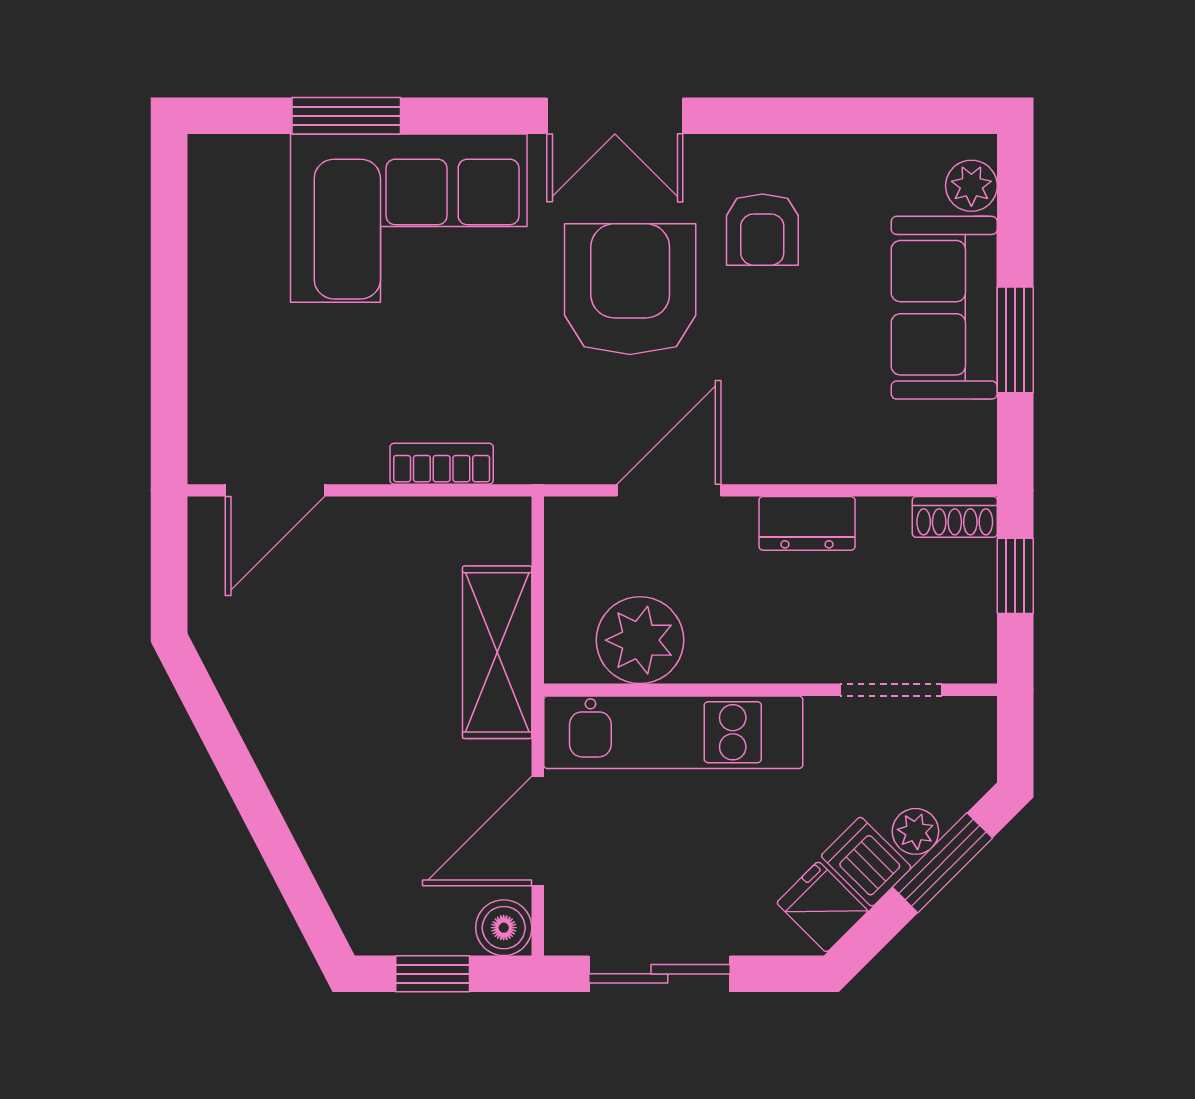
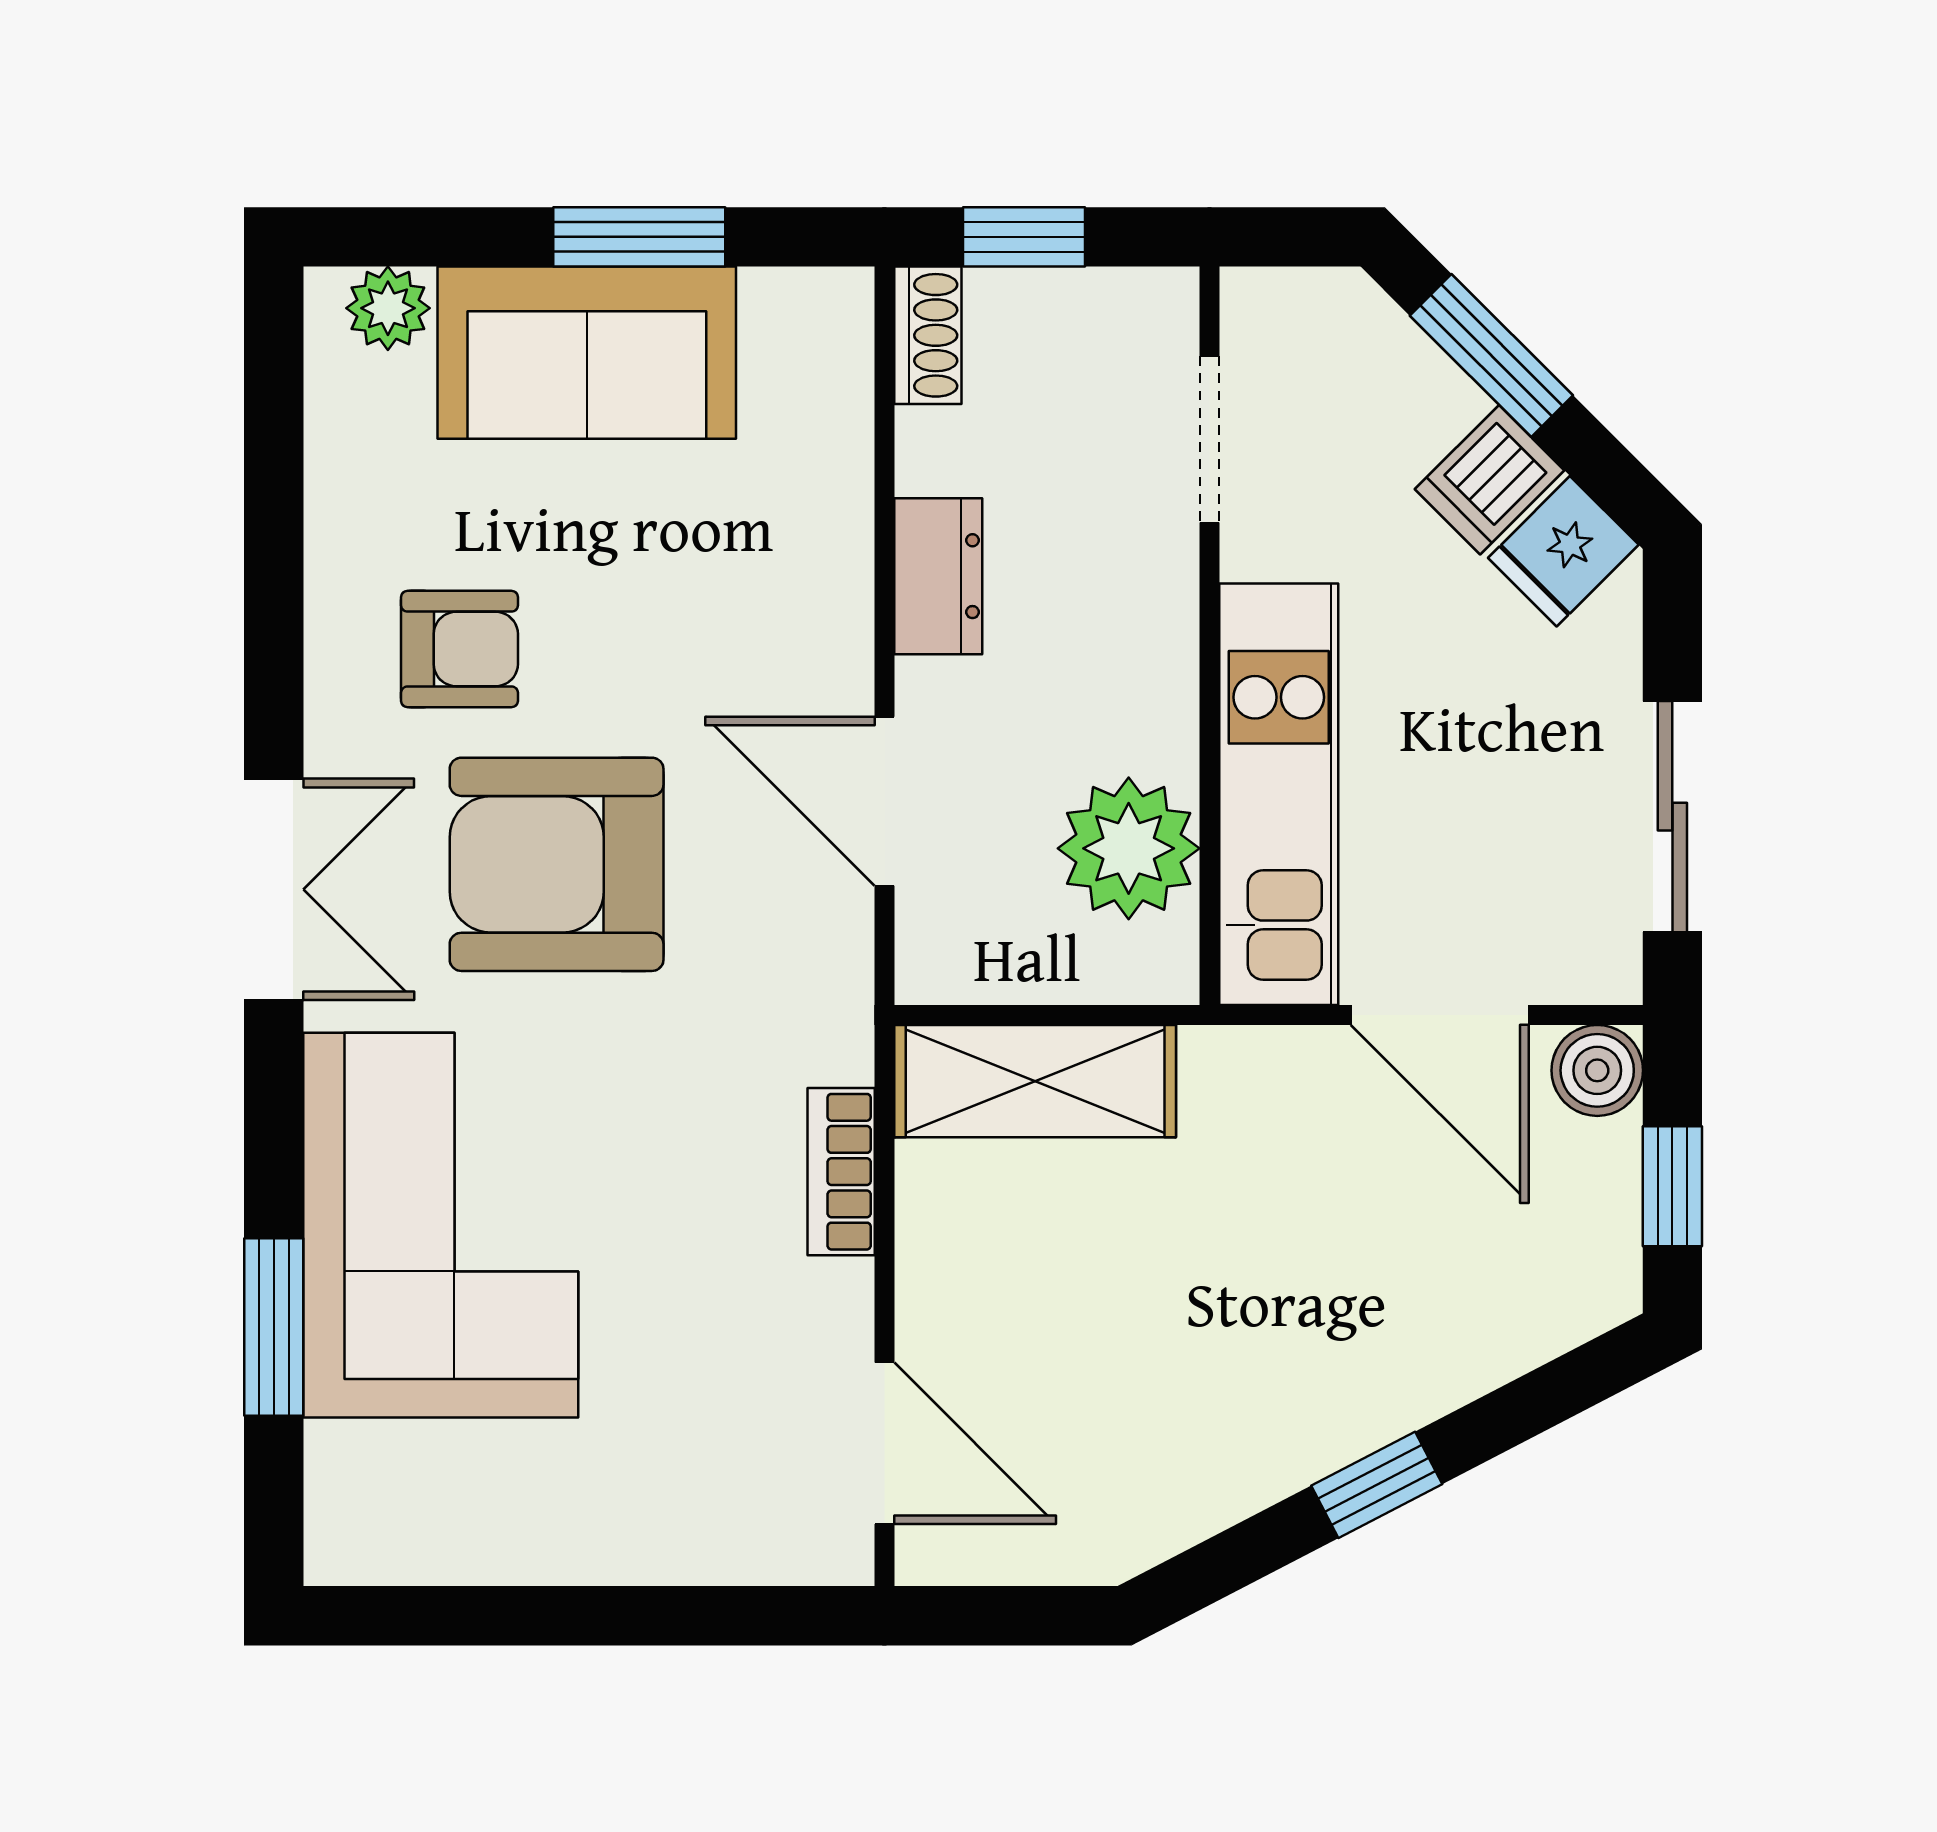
shelving: (497, 652) -> (1035, 1081), moved
window: (249, 792) -> (1377, 1485), added
plant: (915, 831) -> (1440, 399), removed

